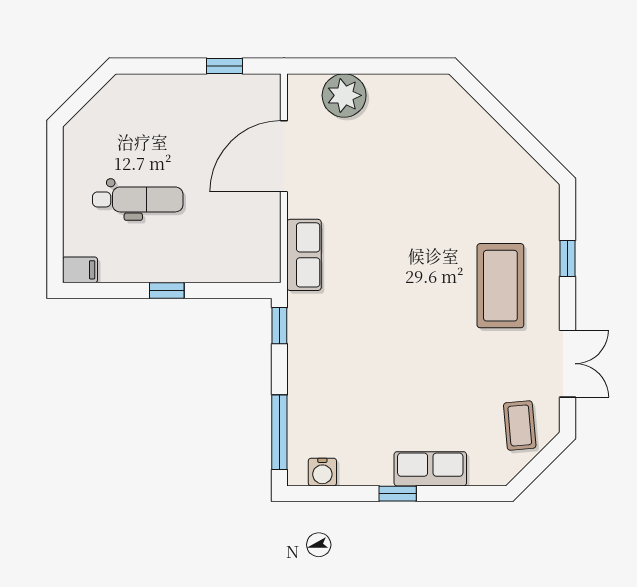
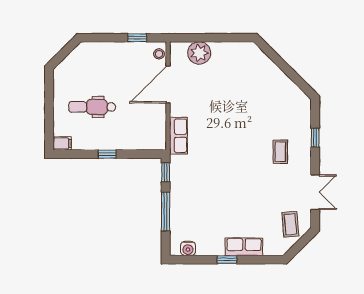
stool: (267, 97) -> (159, 54), added
dental chair: (138, 199) -> (92, 107), turned 180
coffee table: (500, 286) -> (280, 152), width x0.54, depth x0.58
window: (279, 432) -> (166, 212), moved

